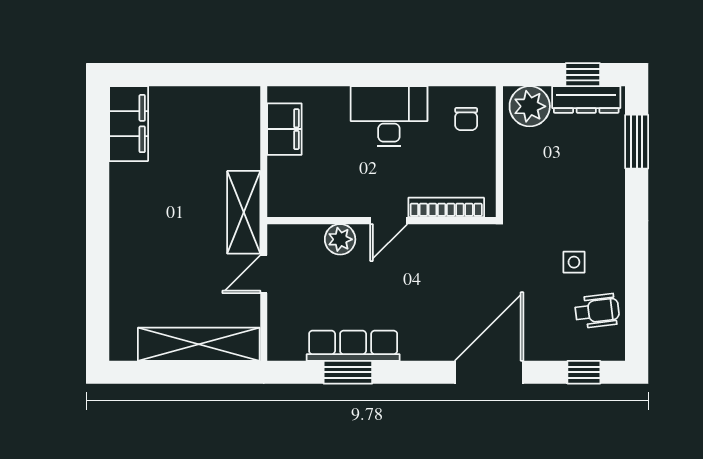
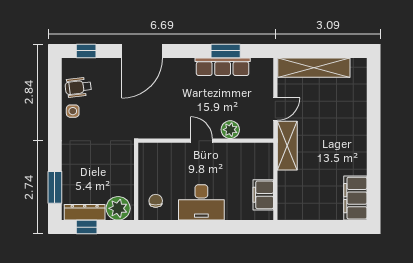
bookcase: (446, 207) -> (167, 148), removed
door: (389, 221) -> (201, 141), hinge flipped
side table: (574, 262) -> (73, 111), moved

